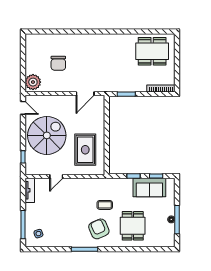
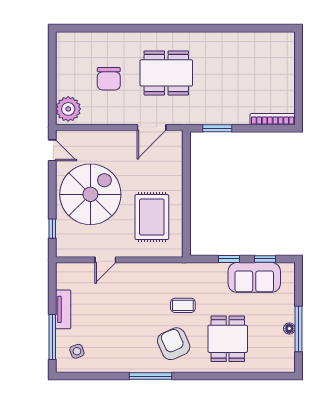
dining table: (152, 51) -> (166, 73), moved
tv unit: (30, 190) -> (63, 309), moved

